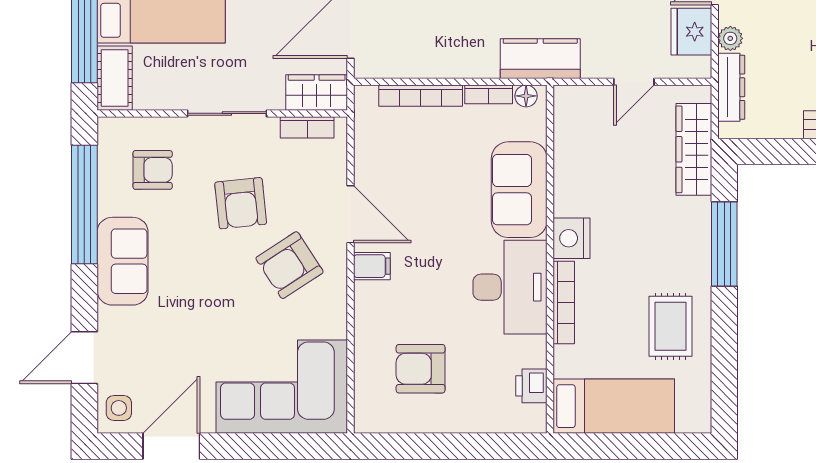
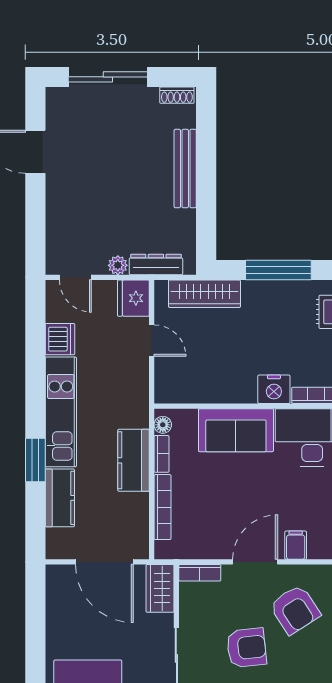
fridge: (691, 32) -> (133, 298), moved, turned 90
kitchen counter: (540, 59) -> (134, 460), moved
bookcase: (307, 127) -> (200, 573), moved, turned 90

